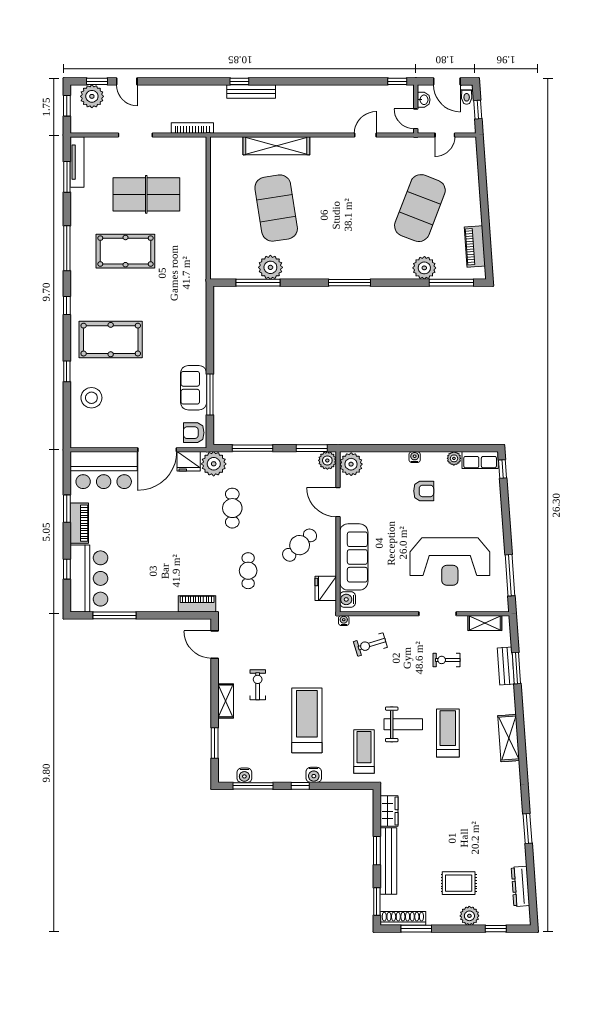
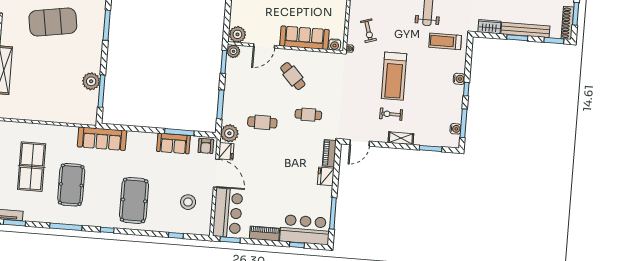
exercise mat: (276, 208) -> (53, 22), moved
sofa: (192, 289) -> (102, 139), added
window: (67, 371) -> (176, 235), moved
stool: (91, 398) -> (188, 202), moved
window: (67, 509) -> (230, 240), moved
fridge: (326, 588) -> (326, 176), moved, turned 90
treadmill: (307, 720) -> (394, 76), moved, turned -90

